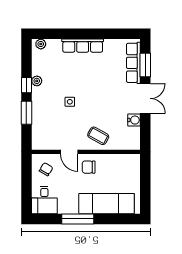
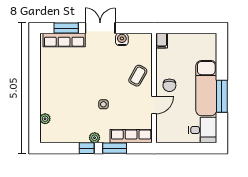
plant: (41, 44) -> (45, 119), moved
row of seats: (83, 46) -> (131, 136), moved, turned -90
plant: (37, 81) -> (95, 138), moved
filing cabinet: (133, 159) -> (162, 41), added
chair: (46, 169) -> (172, 128), removed
exam couch: (107, 204) -> (206, 88), moved

